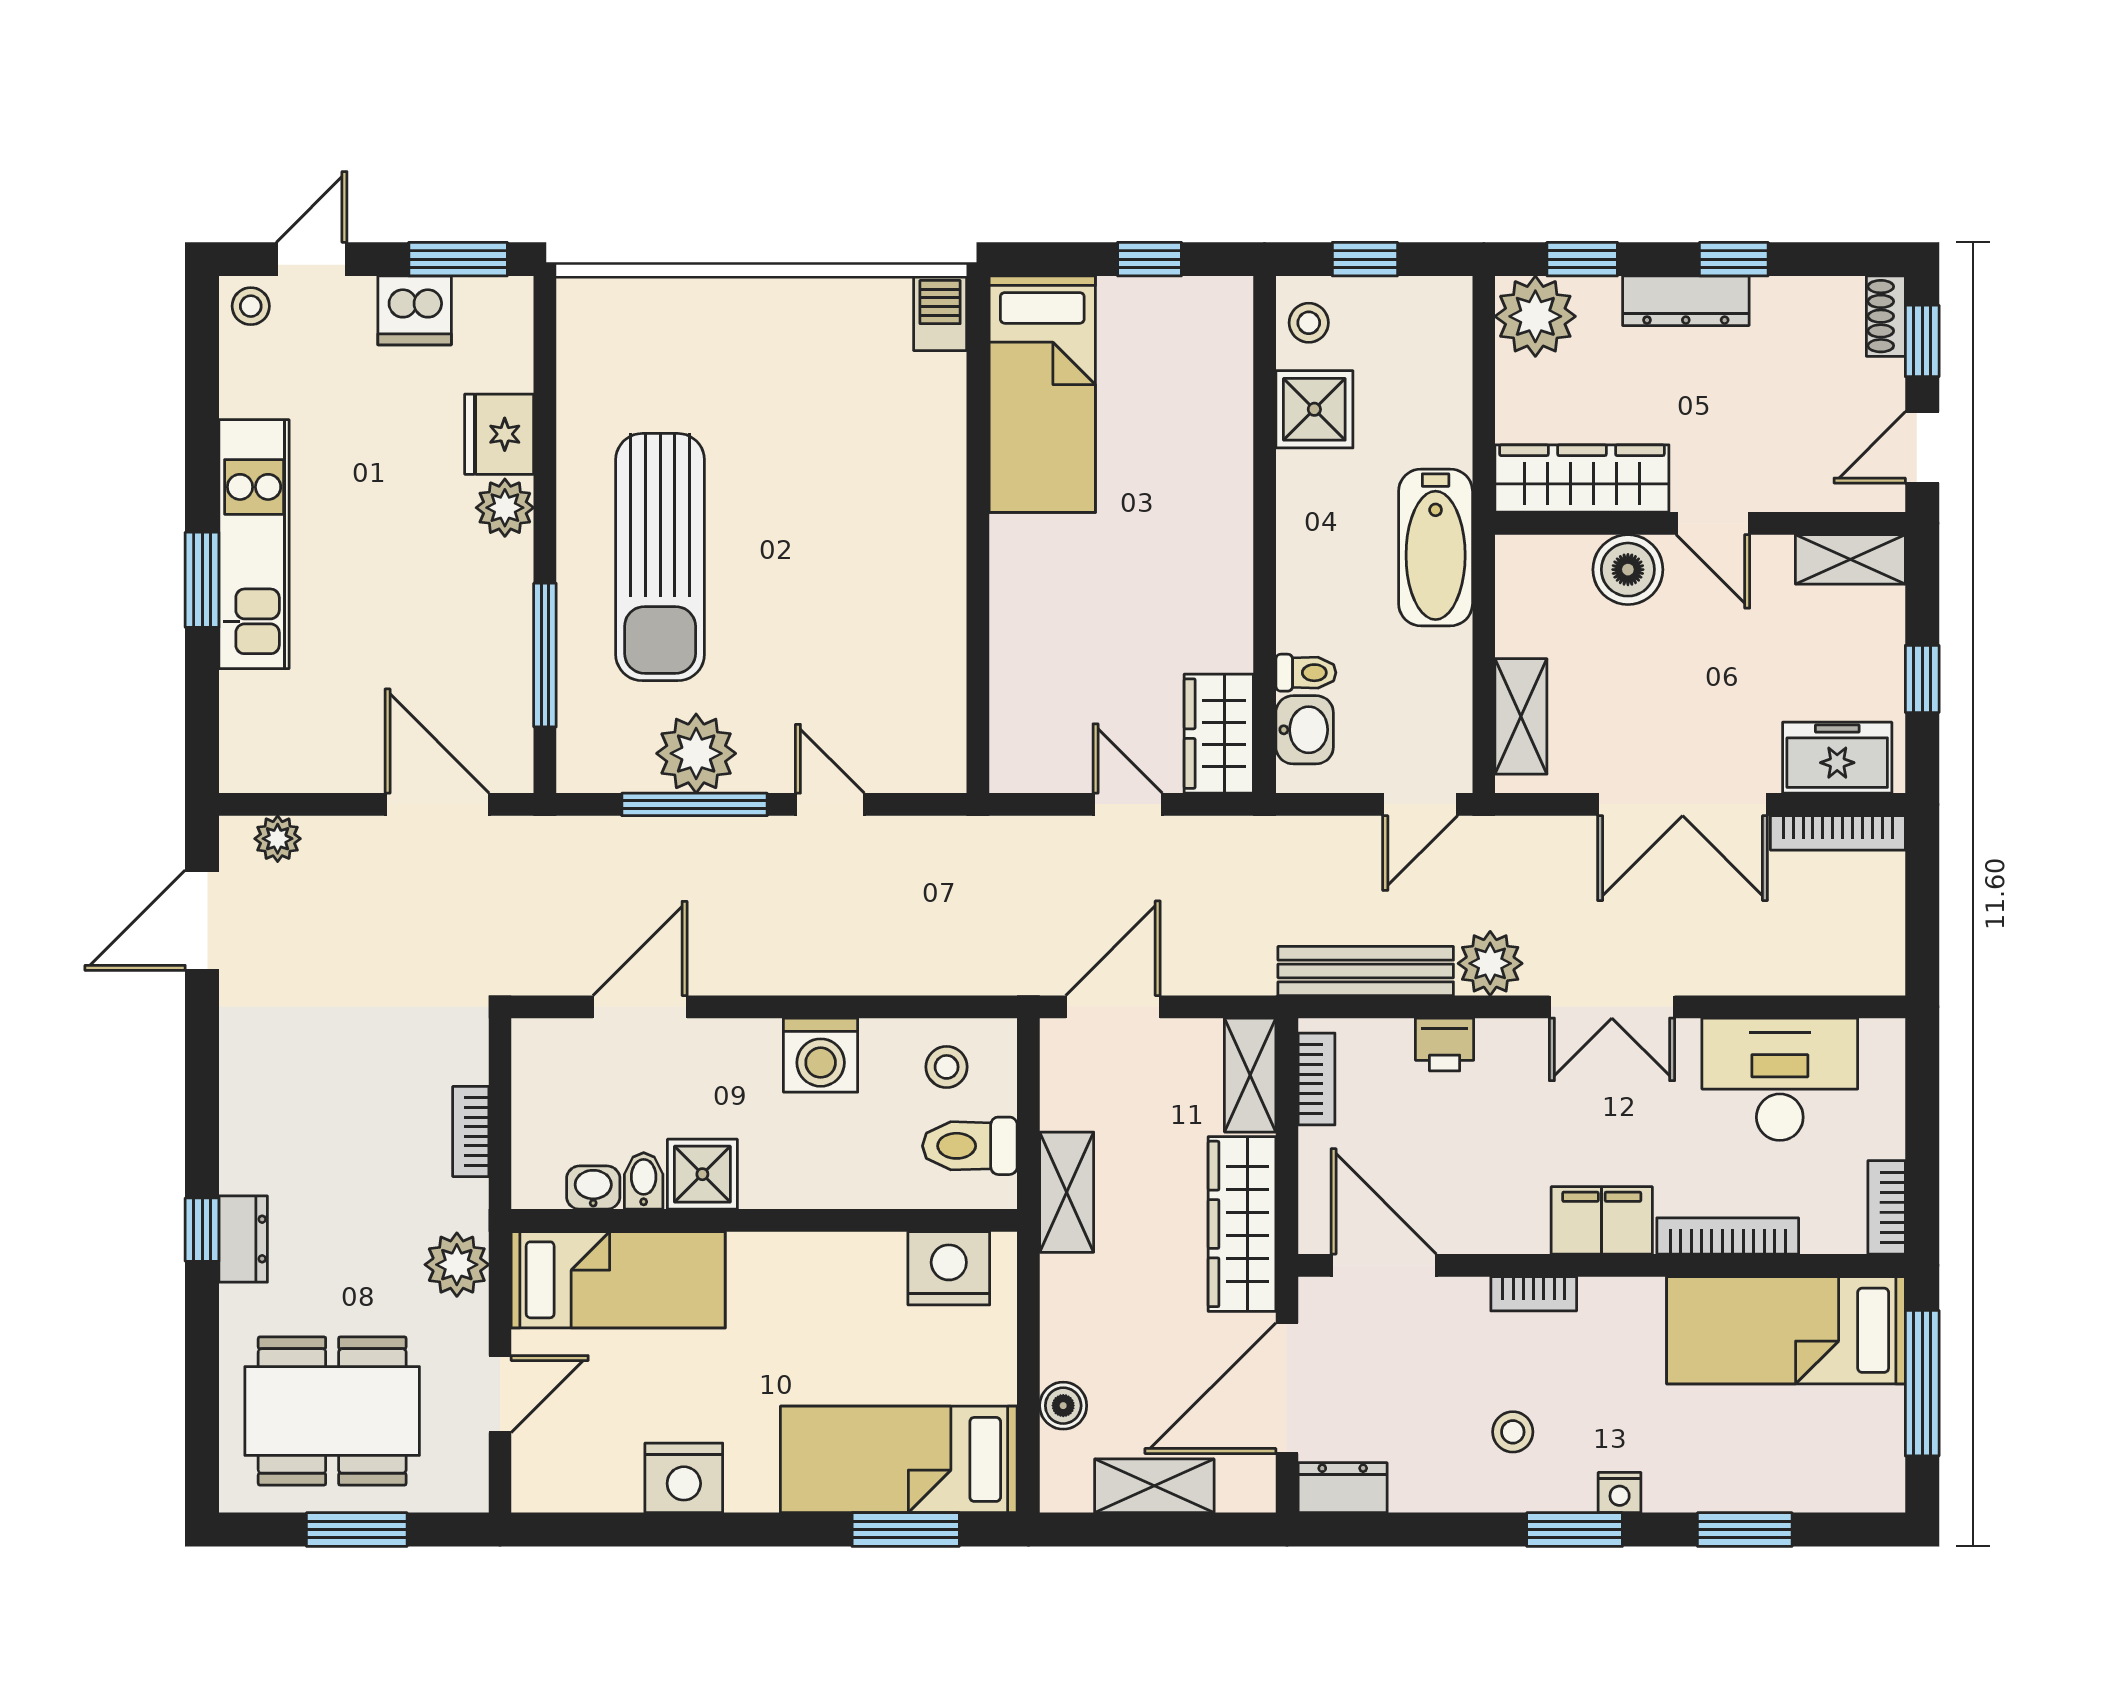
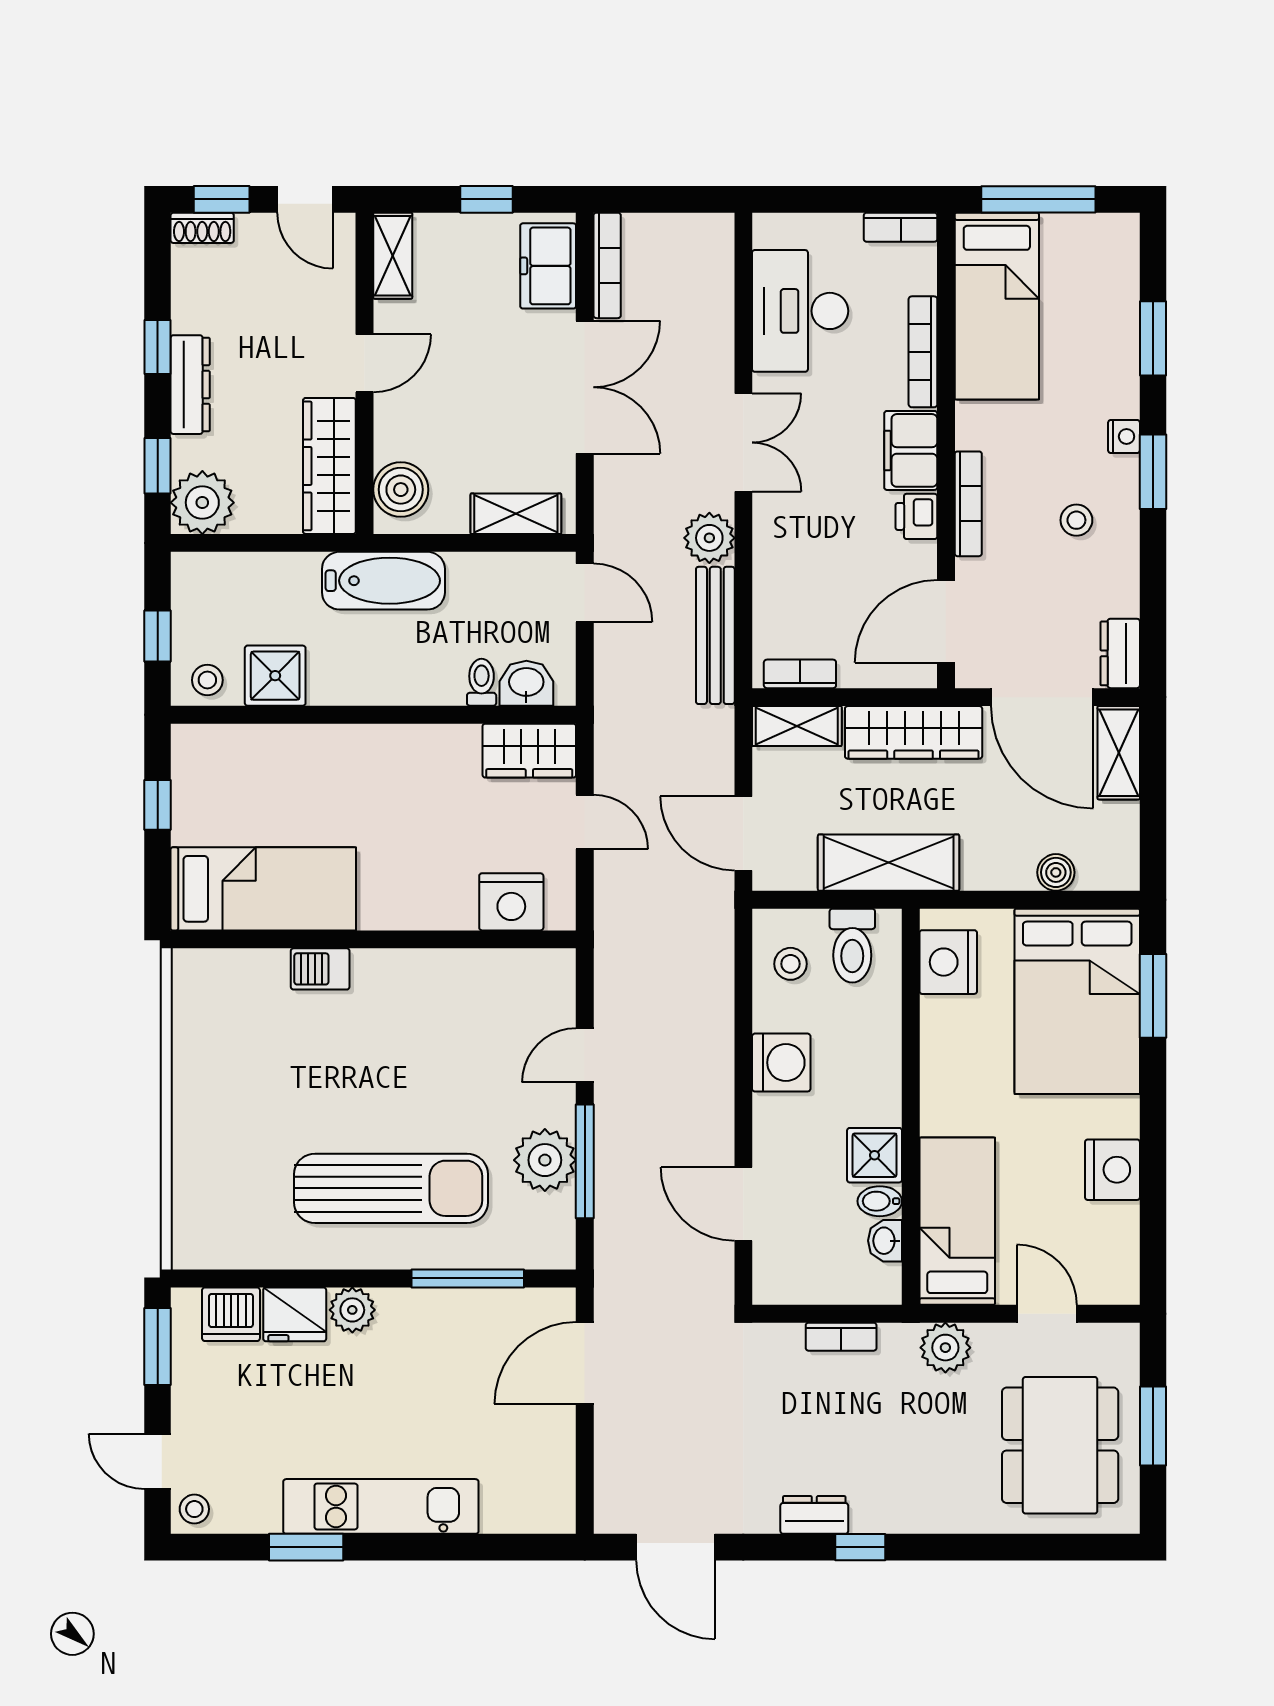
dishwasher: (415, 310) -> (231, 1314), moved, turned 90
barbecue: (940, 313) -> (320, 969), moved
boiler: (1628, 570) -> (401, 490), moved
window: (202, 580) -> (306, 1547), moved
nightstand: (1026, 711) -> (511, 902), added
door: (1128, 804) -> (585, 822), swing flipped
plant: (278, 839) -> (612, 1488), removed
printer: (1445, 1044) -> (916, 516), moved, turned 180
shelving: (1067, 1192) -> (889, 863), width x1.50, depth x1.33
window: (202, 1230) -> (860, 1547), moved
dresser: (243, 1239) -> (814, 1515), moved
bookcase: (1534, 1294) -> (968, 504), width x1.56
bed: (899, 1459) -> (1077, 1001), width x1.50
shelving: (1154, 1486) -> (1119, 753), moved

